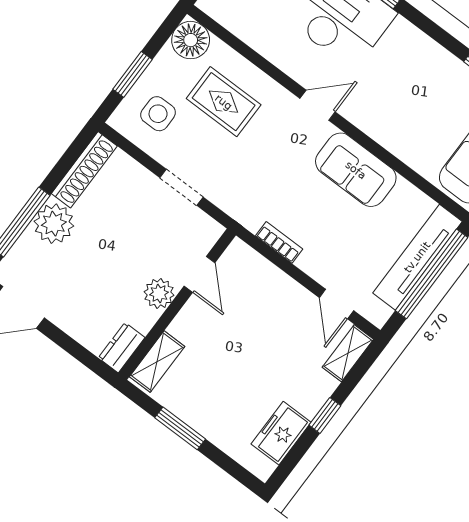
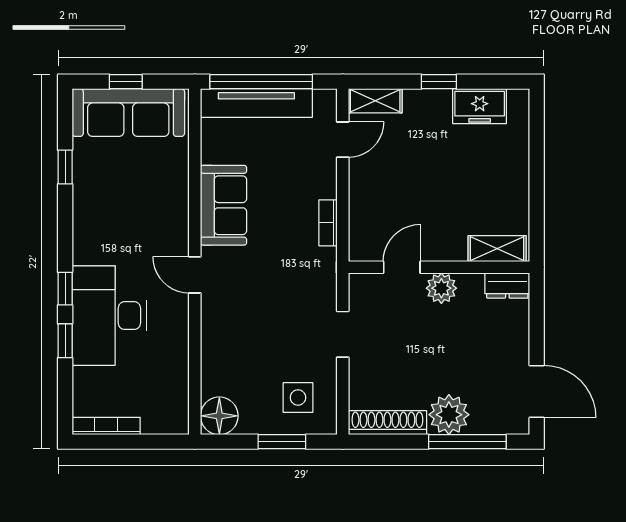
rug: (224, 102) -> (249, 352), removed
window: (180, 428) -> (537, 190), removed

